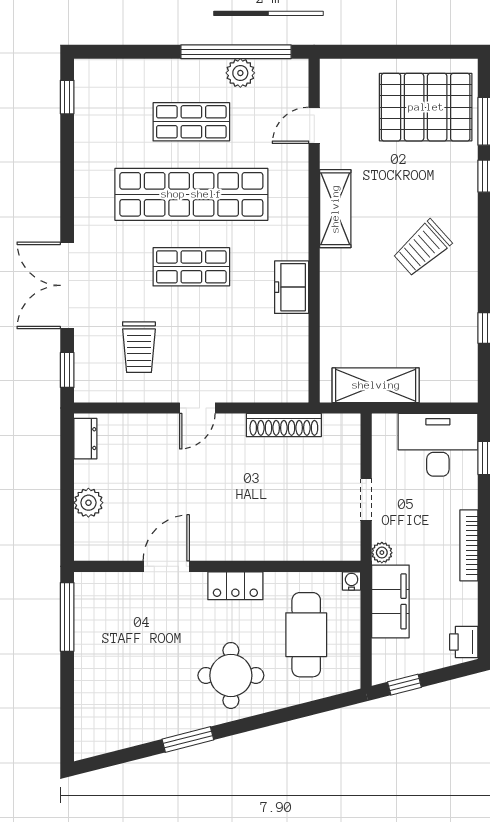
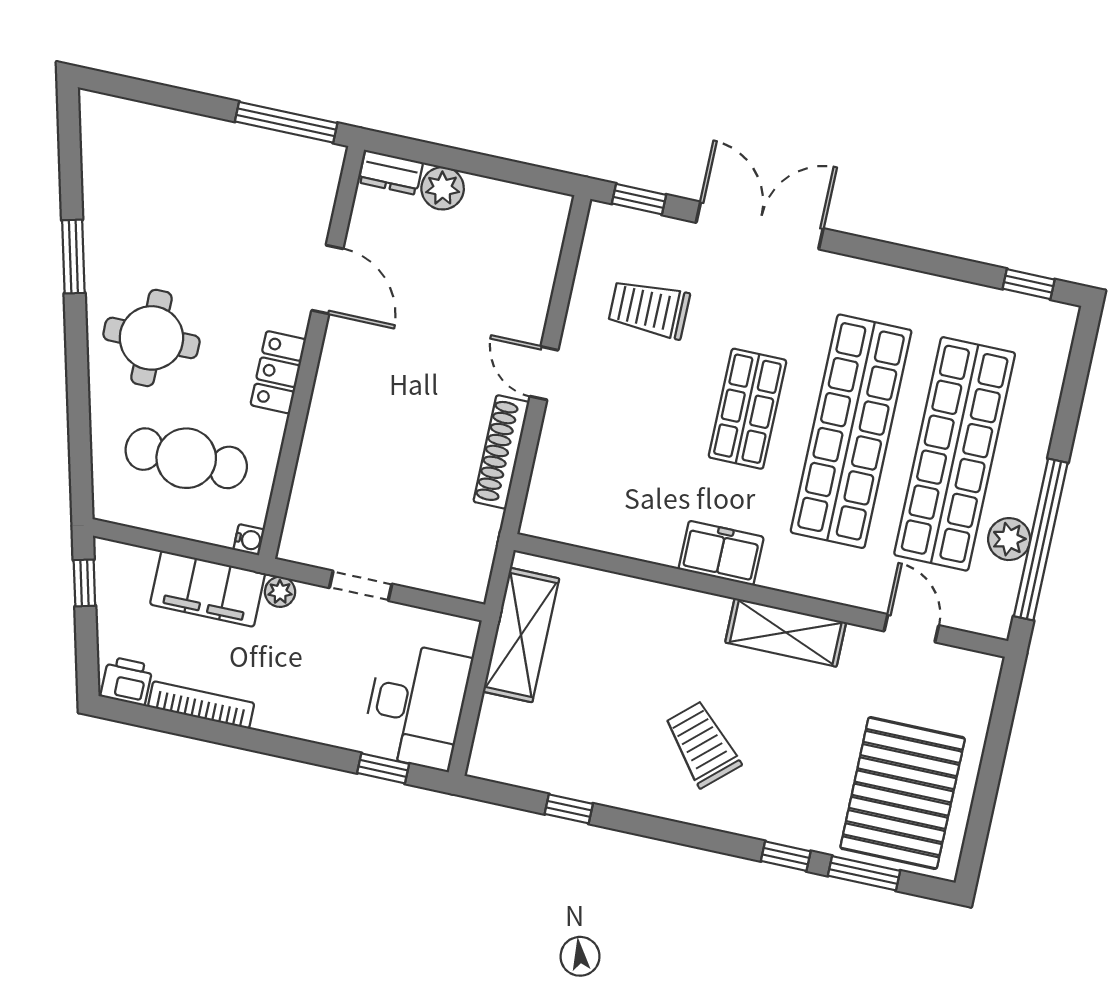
shop shelf: (191, 122) -> (955, 454), width x2.00, depth x1.36
freezer: (292, 287) -> (721, 553), moved
shoe rack: (284, 425) -> (501, 452), moved
dresser: (85, 439) -> (391, 172), moved
bookcase: (469, 545) -> (201, 705), moved

